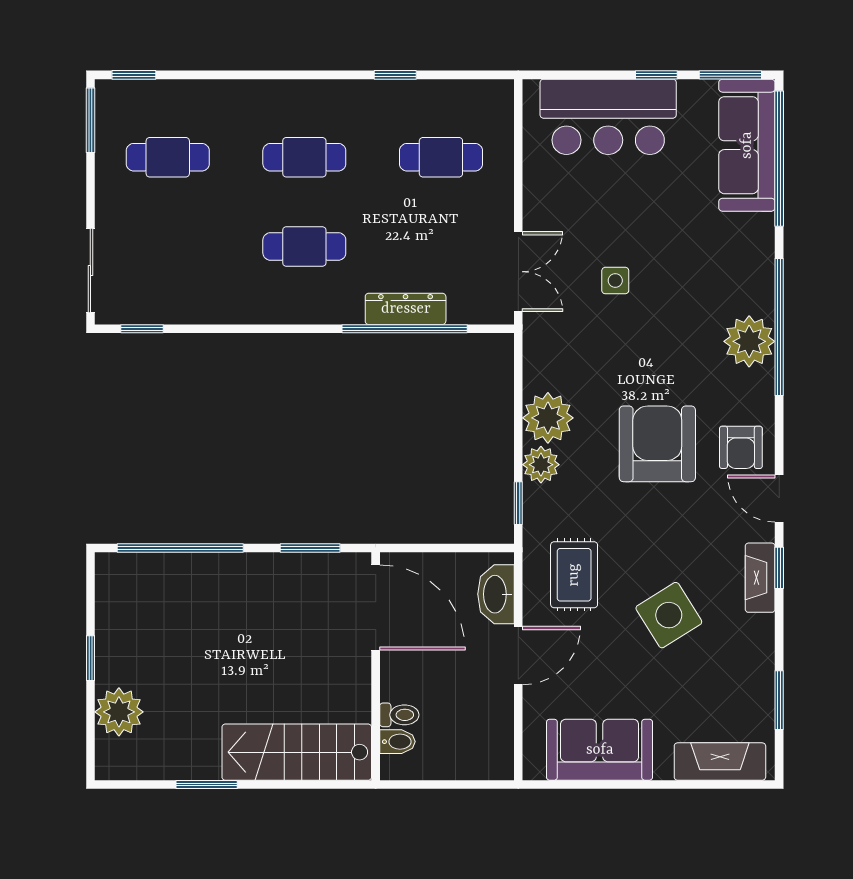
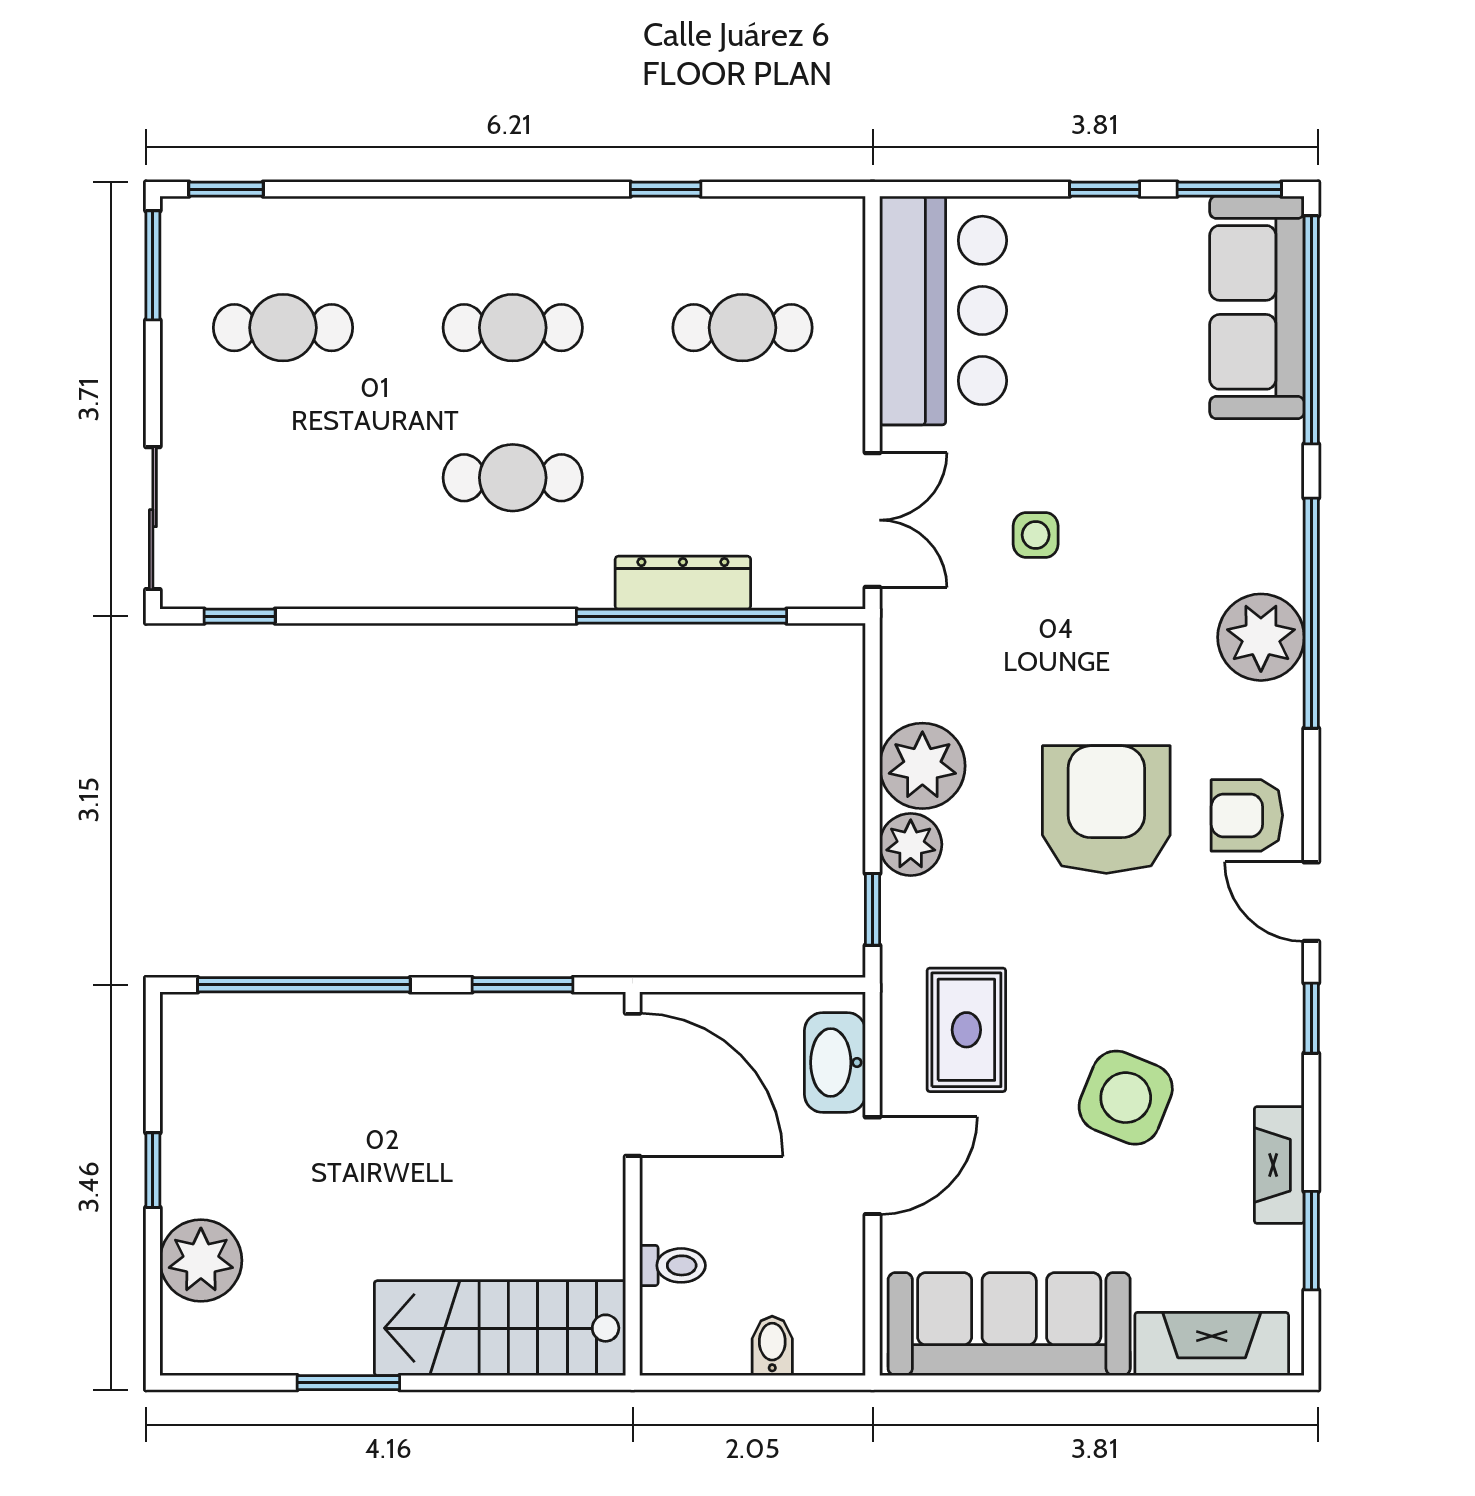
bar counter: (608, 117) -> (943, 310), moved, turned -90
armchair: (741, 447) -> (1247, 815), turned 90
fireplace: (760, 578) -> (1279, 1165), moved
side table: (669, 615) -> (1126, 1098), turned -36
bidet: (398, 742) -> (772, 1346), moved, turned -90
sofa: (600, 750) -> (1009, 1324), width x1.36

